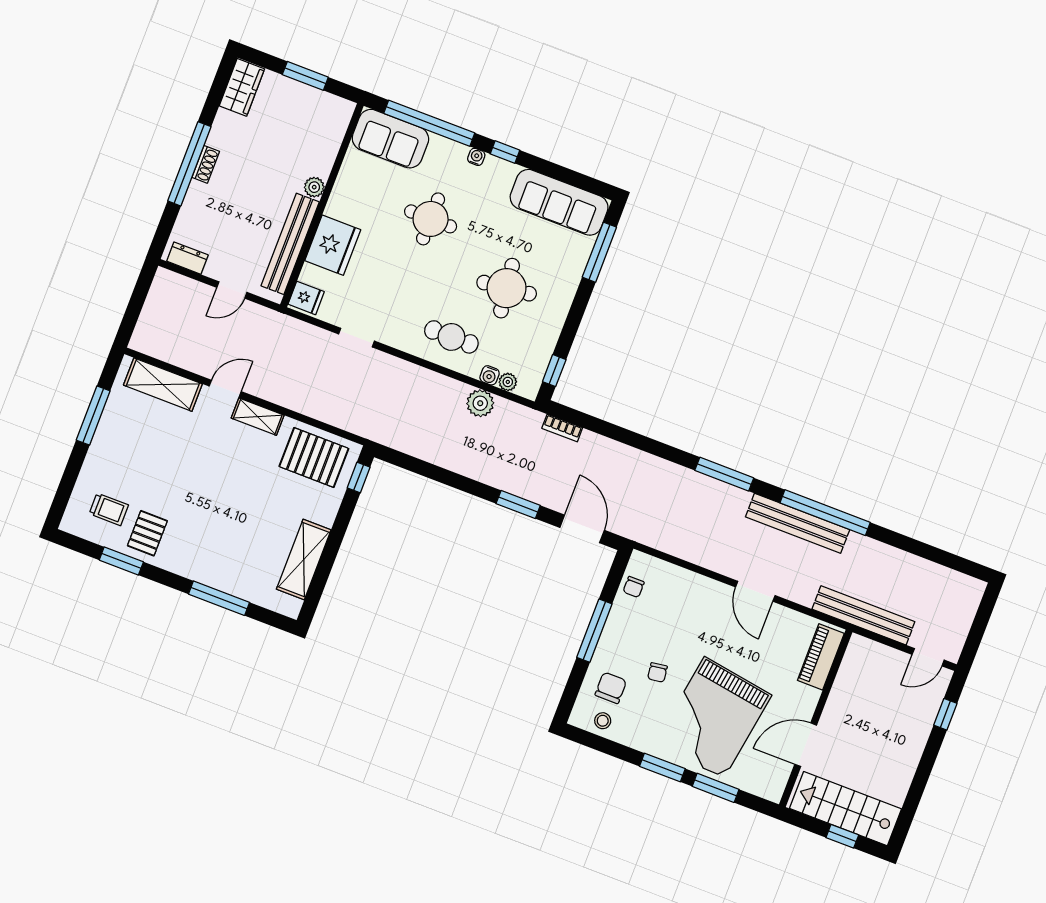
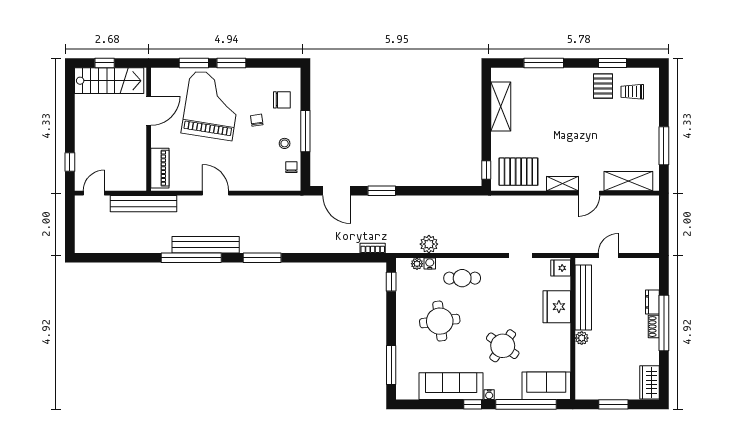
sofa: (559, 202) -> (451, 386), moved
round table: (431, 219) -> (503, 346), turned 35
dresser: (187, 258) -> (652, 302), moved, turned 90
chair: (611, 688) -> (282, 100), turned -90
stool: (603, 721) -> (285, 143), moved

